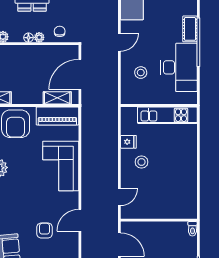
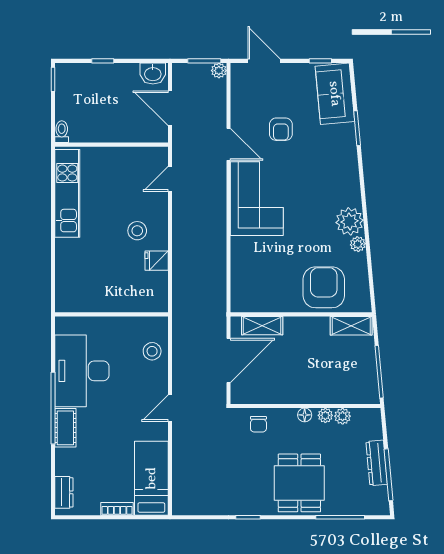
plant: (39, 37) -> (325, 415), moved
stool: (141, 73) -> (152, 351), moved
kitchen unit: (167, 115) -> (67, 193), moved, turned 90
piano: (57, 116) -> (262, 299), removed
corner sofa: (61, 166) -> (257, 199), moved
door: (80, 220) -> (229, 144), hinge flipped

